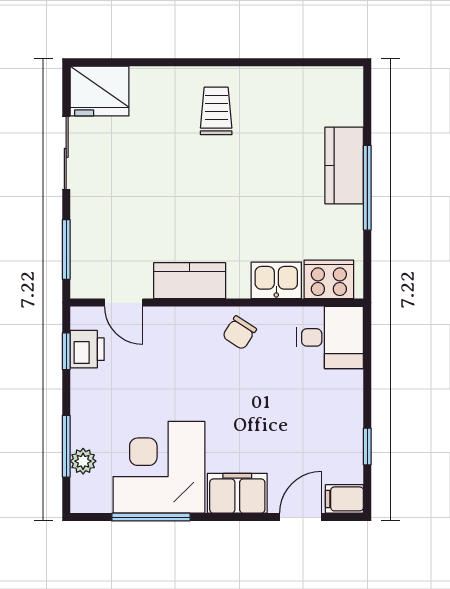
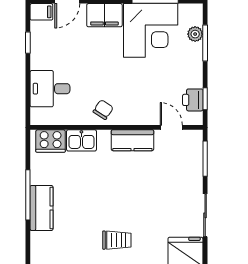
trolley: (216, 111) -> (117, 240), turned -90
desk: (330, 337) -> (50, 89), moved

